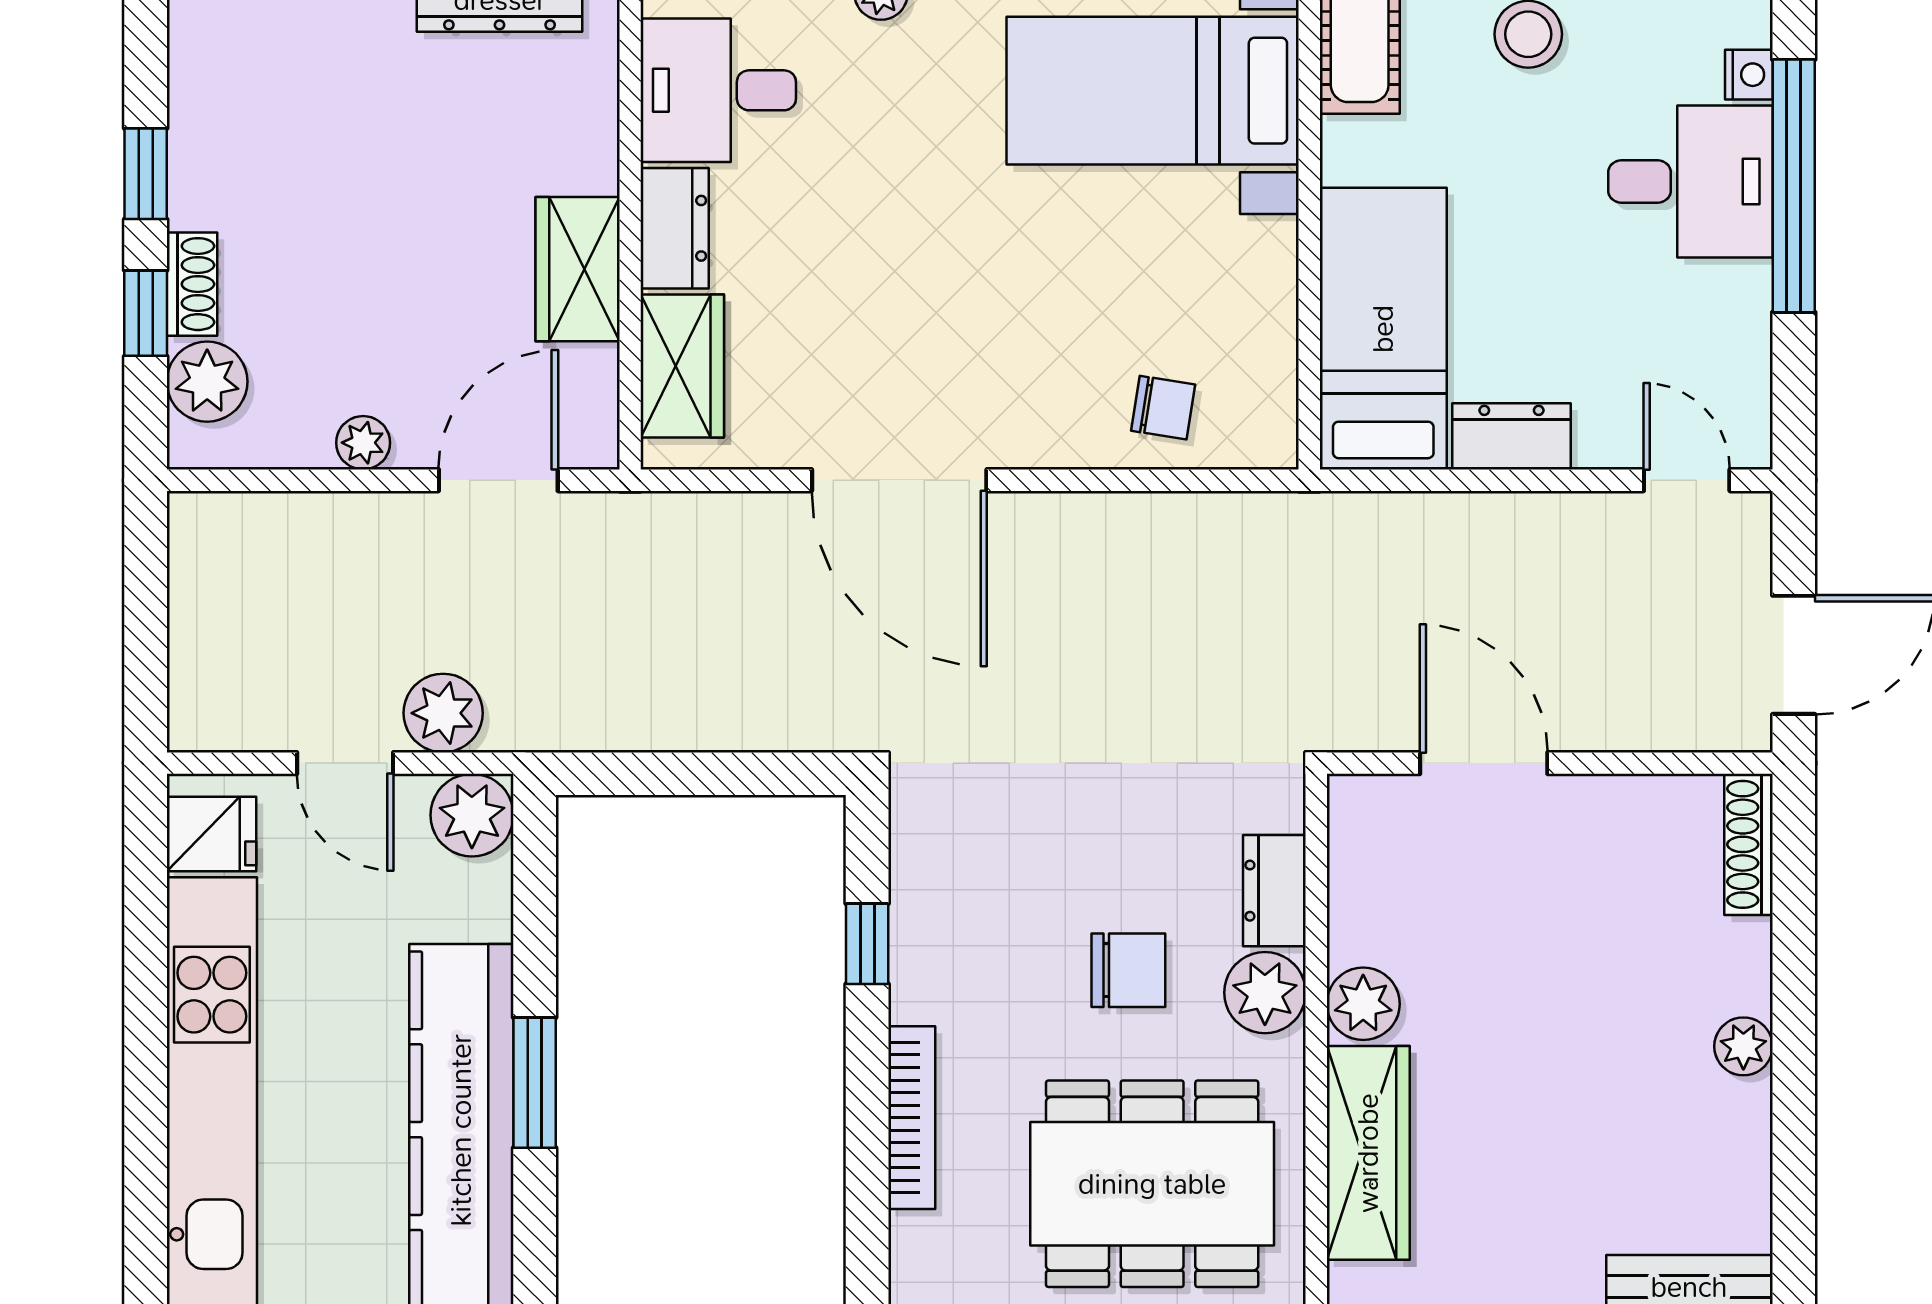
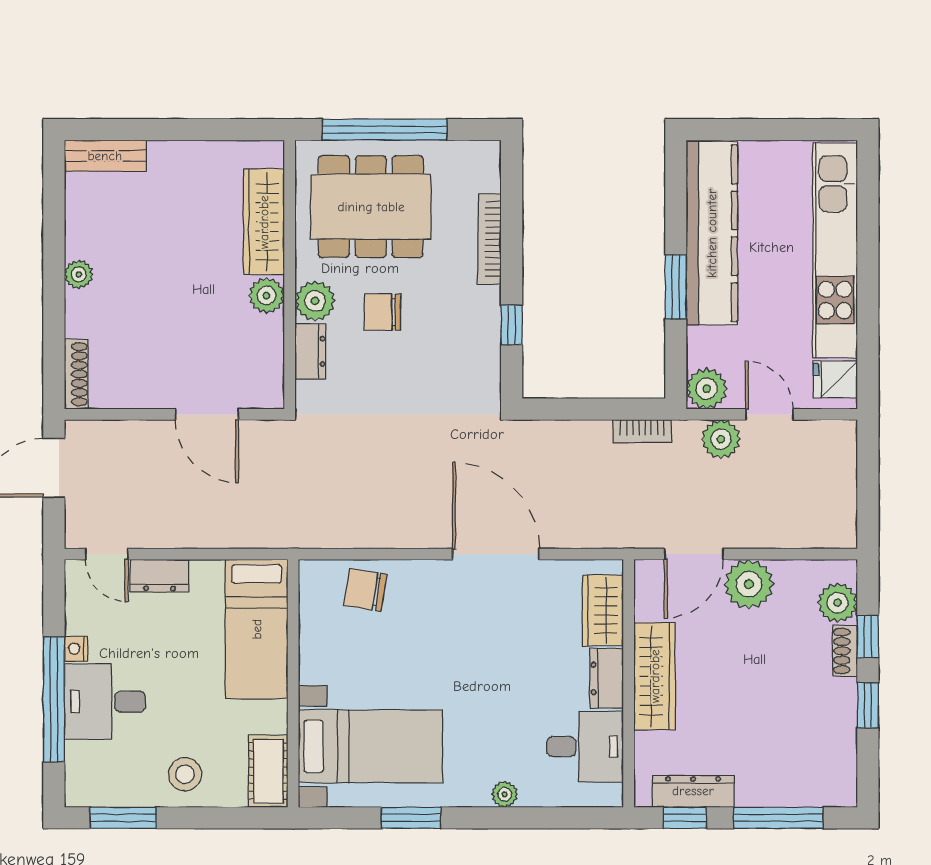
nightstand: (1749, 75) -> (76, 649), moved
wardrobe: (578, 269) -> (655, 676), width x1.50
chair: (1163, 408) -> (365, 590), width x1.37, depth x1.37
dresser: (1511, 436) -> (160, 576), moved
plant: (363, 443) -> (749, 584), width x1.87, depth x1.87
bookcase: (603, 729) -> (642, 431), added
window: (535, 1083) -> (676, 287), moved

